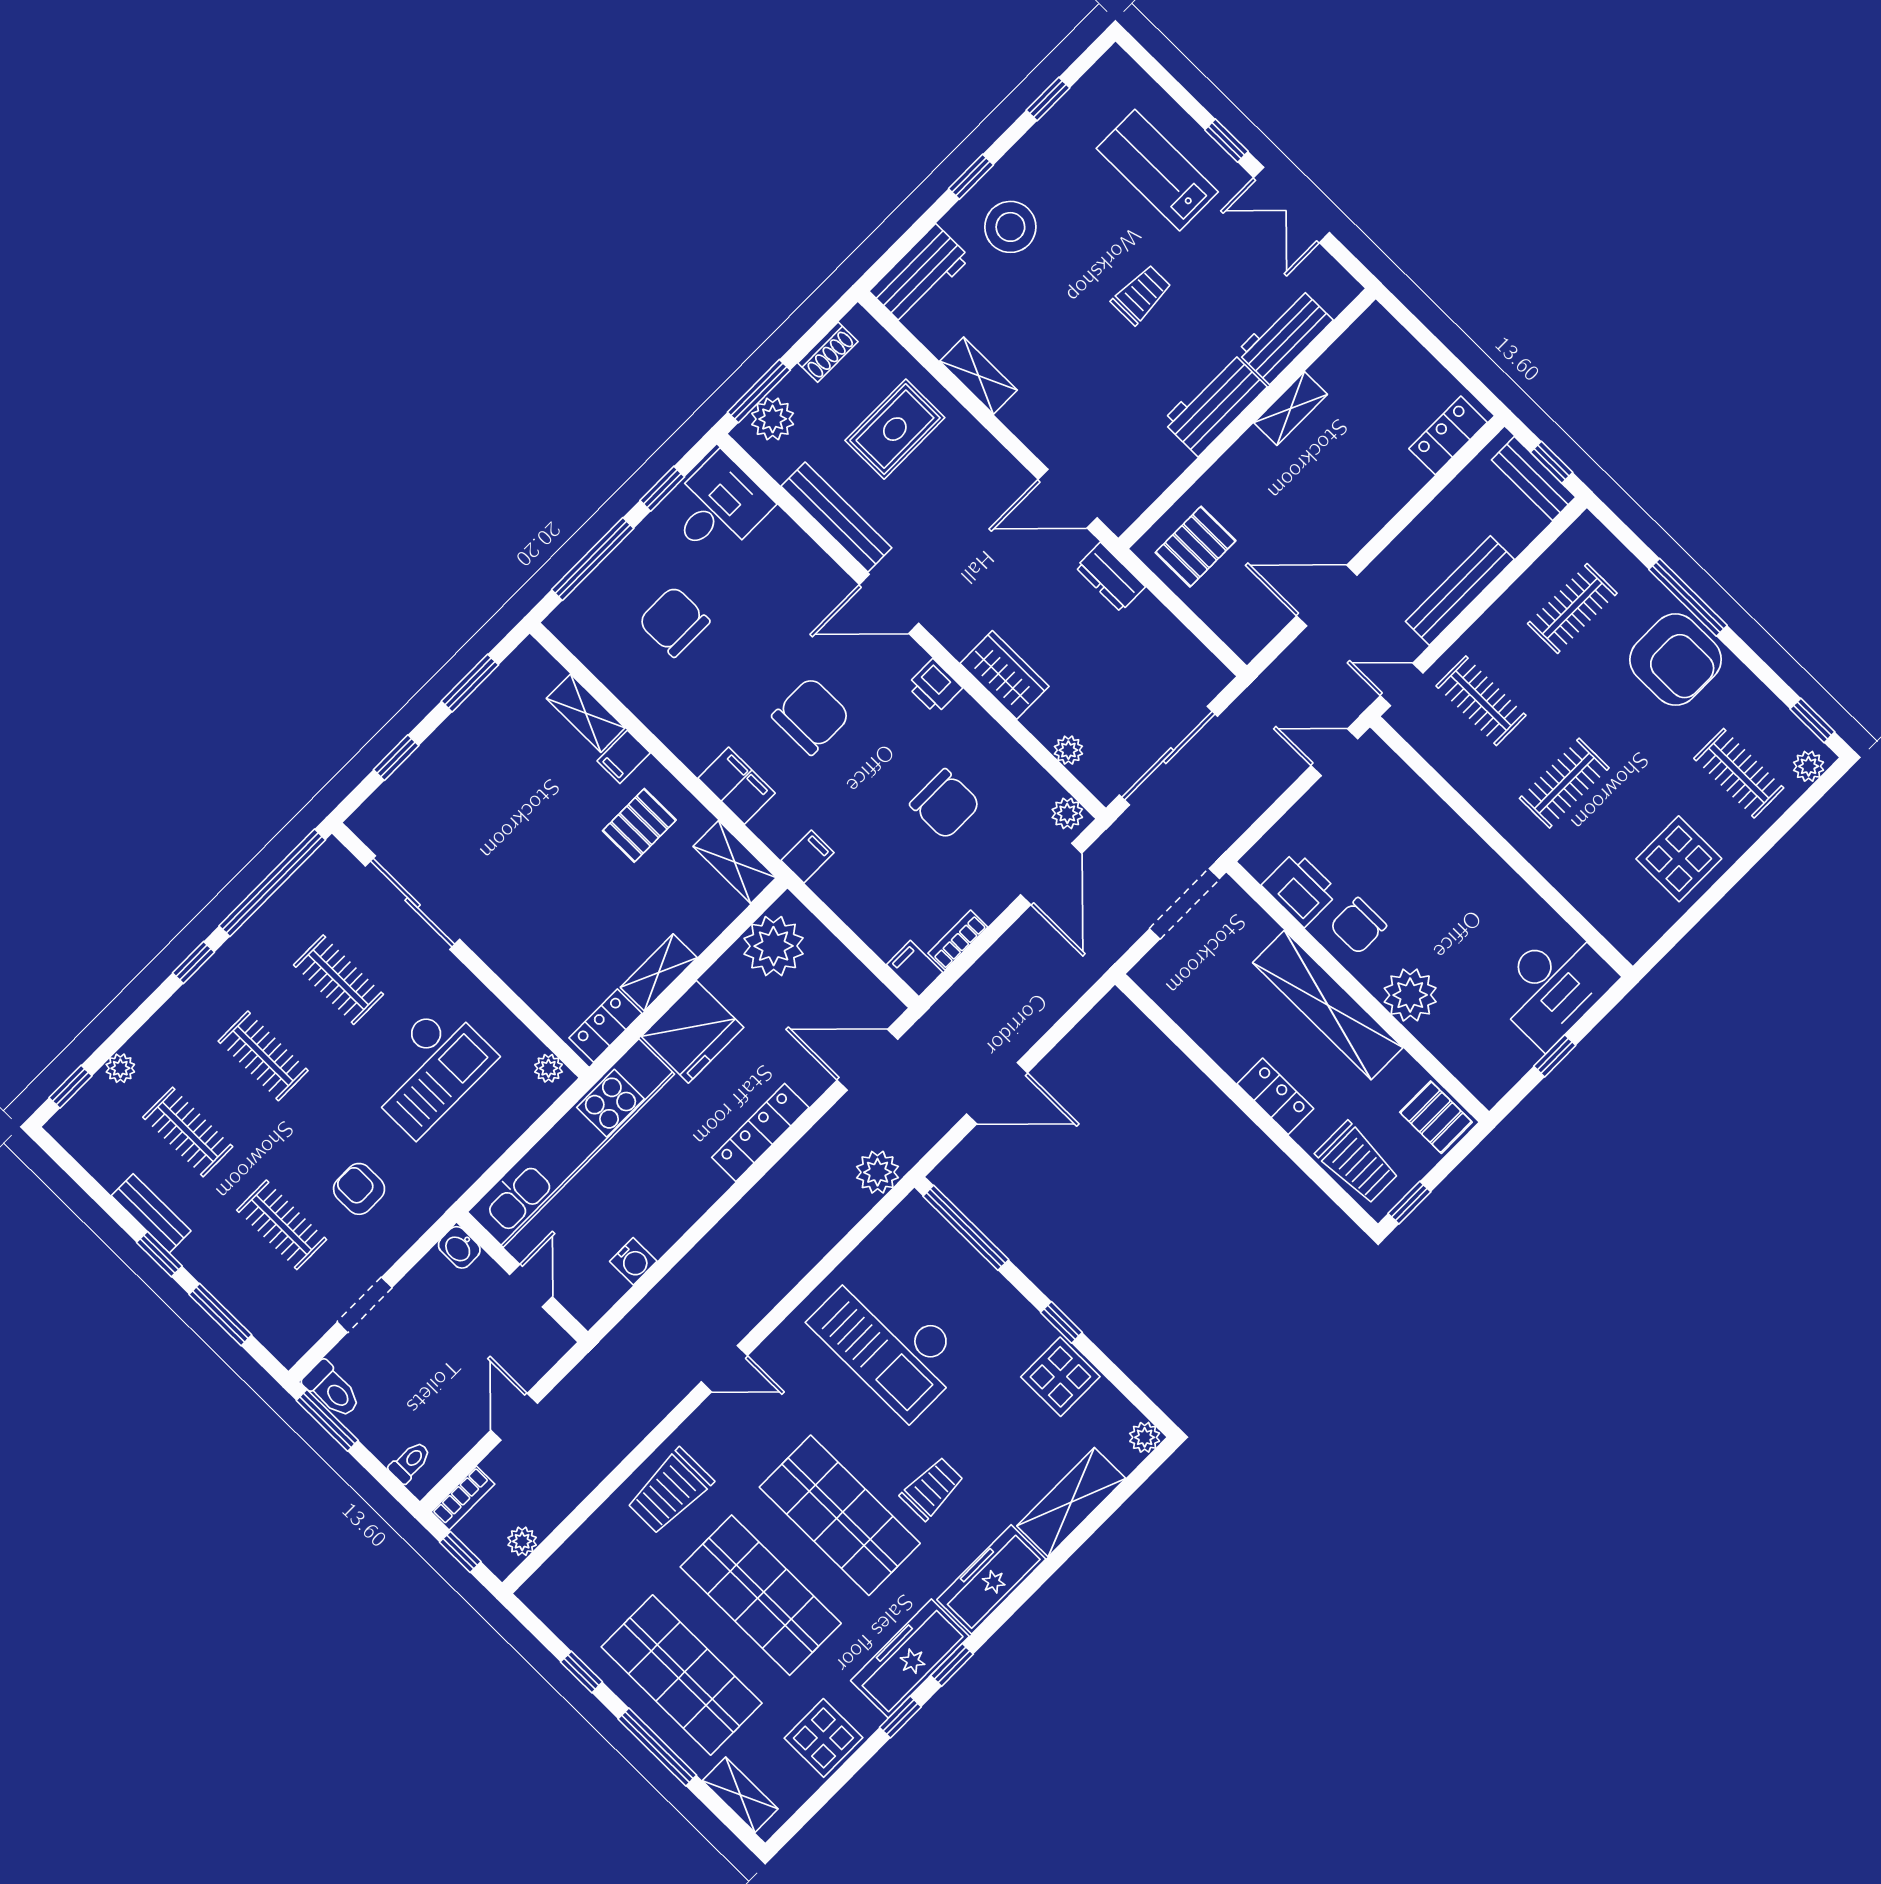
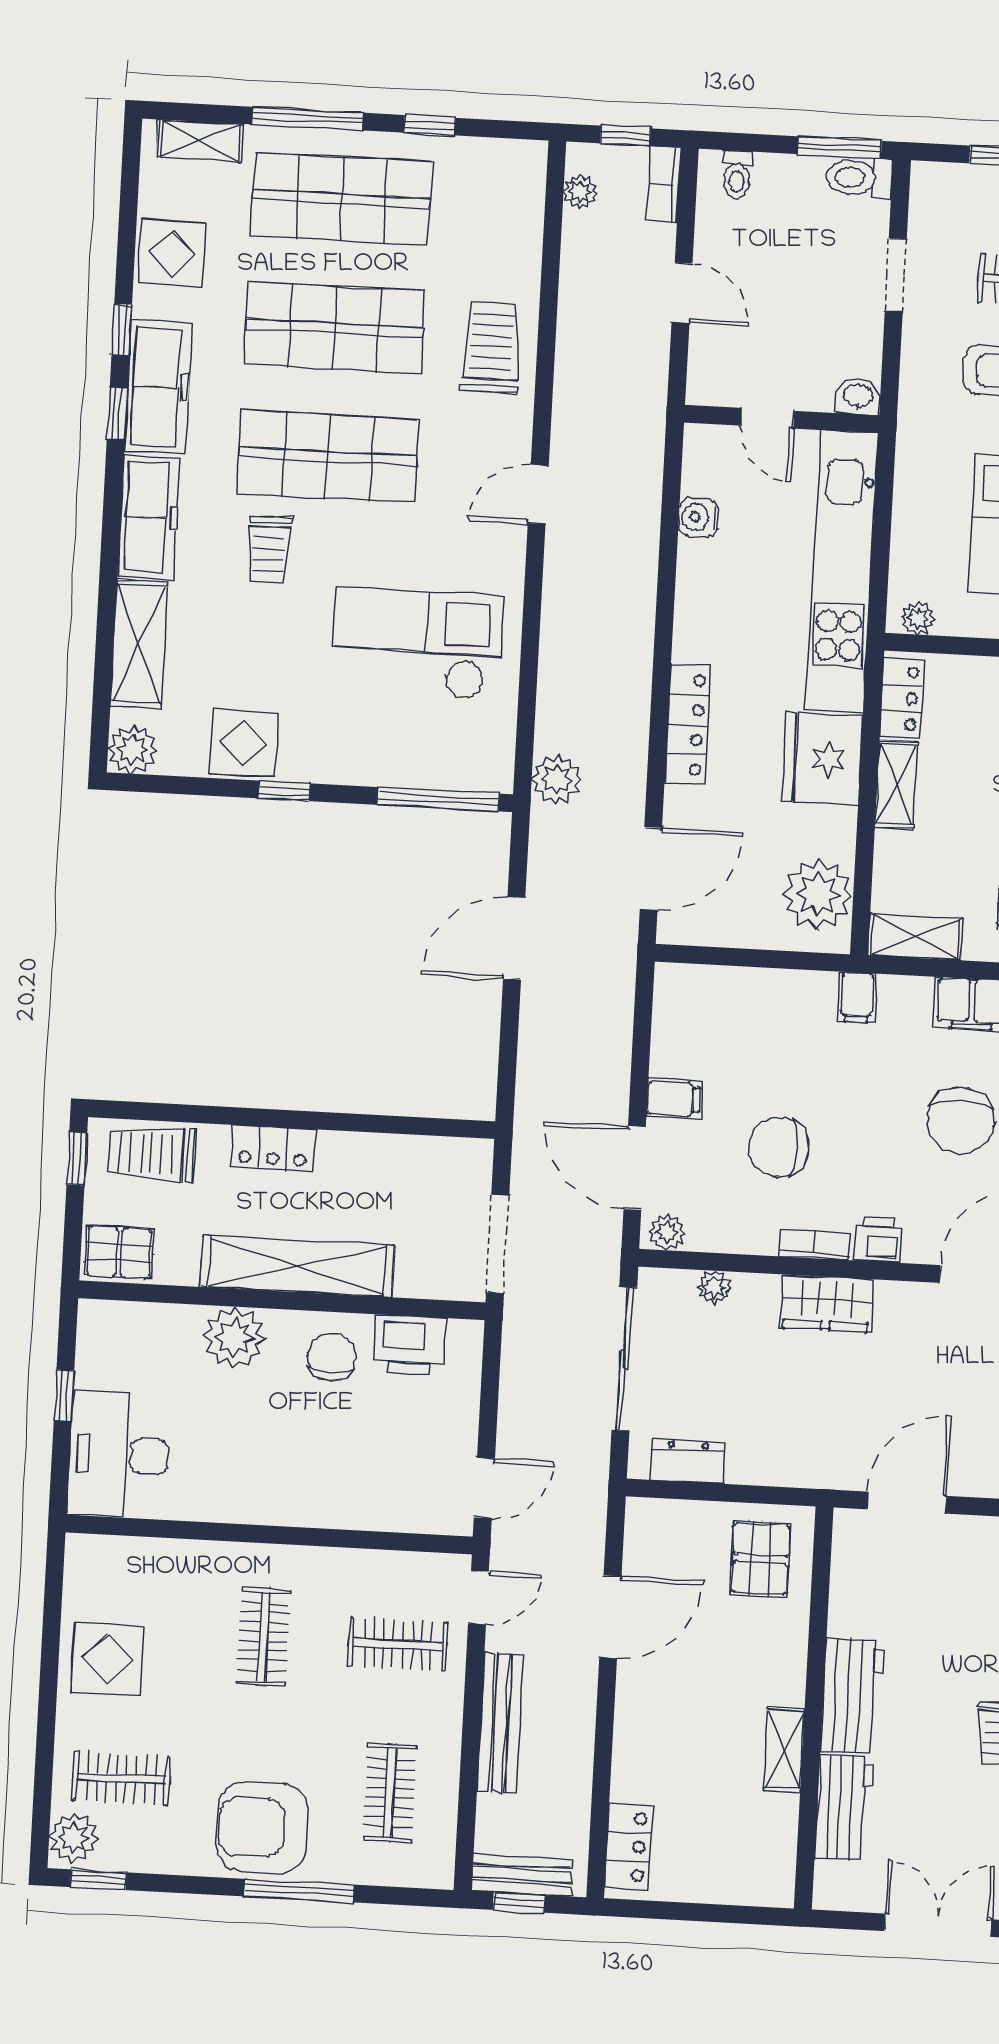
dresser: (1110, 577) -> (688, 1461), moved
plant: (1809, 766) -> (73, 1838), width x1.38, depth x1.38
bookcase: (958, 940) -> (815, 1244), moved, turned -90
filing cabinet: (915, 969) -> (674, 1099), moved
plant: (1145, 1437) -> (132, 749), width x1.38, depth x1.38

